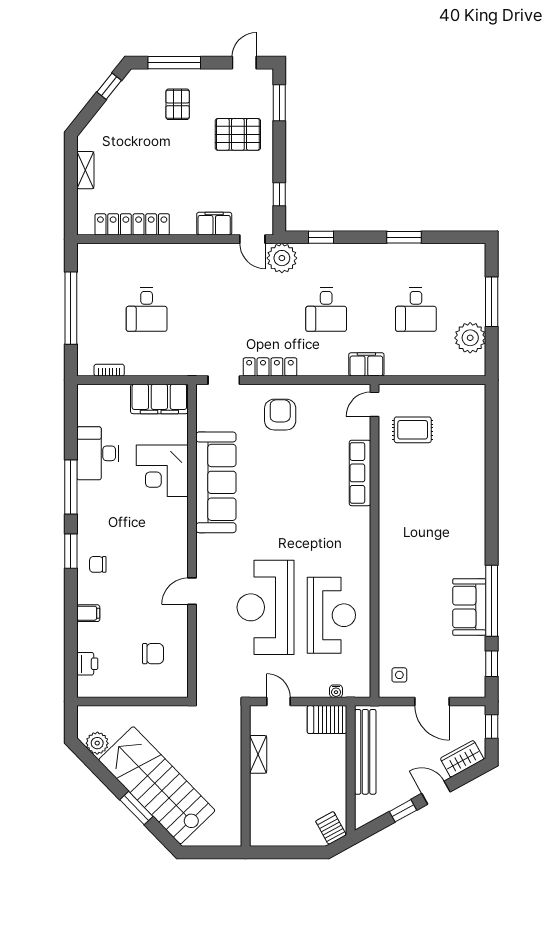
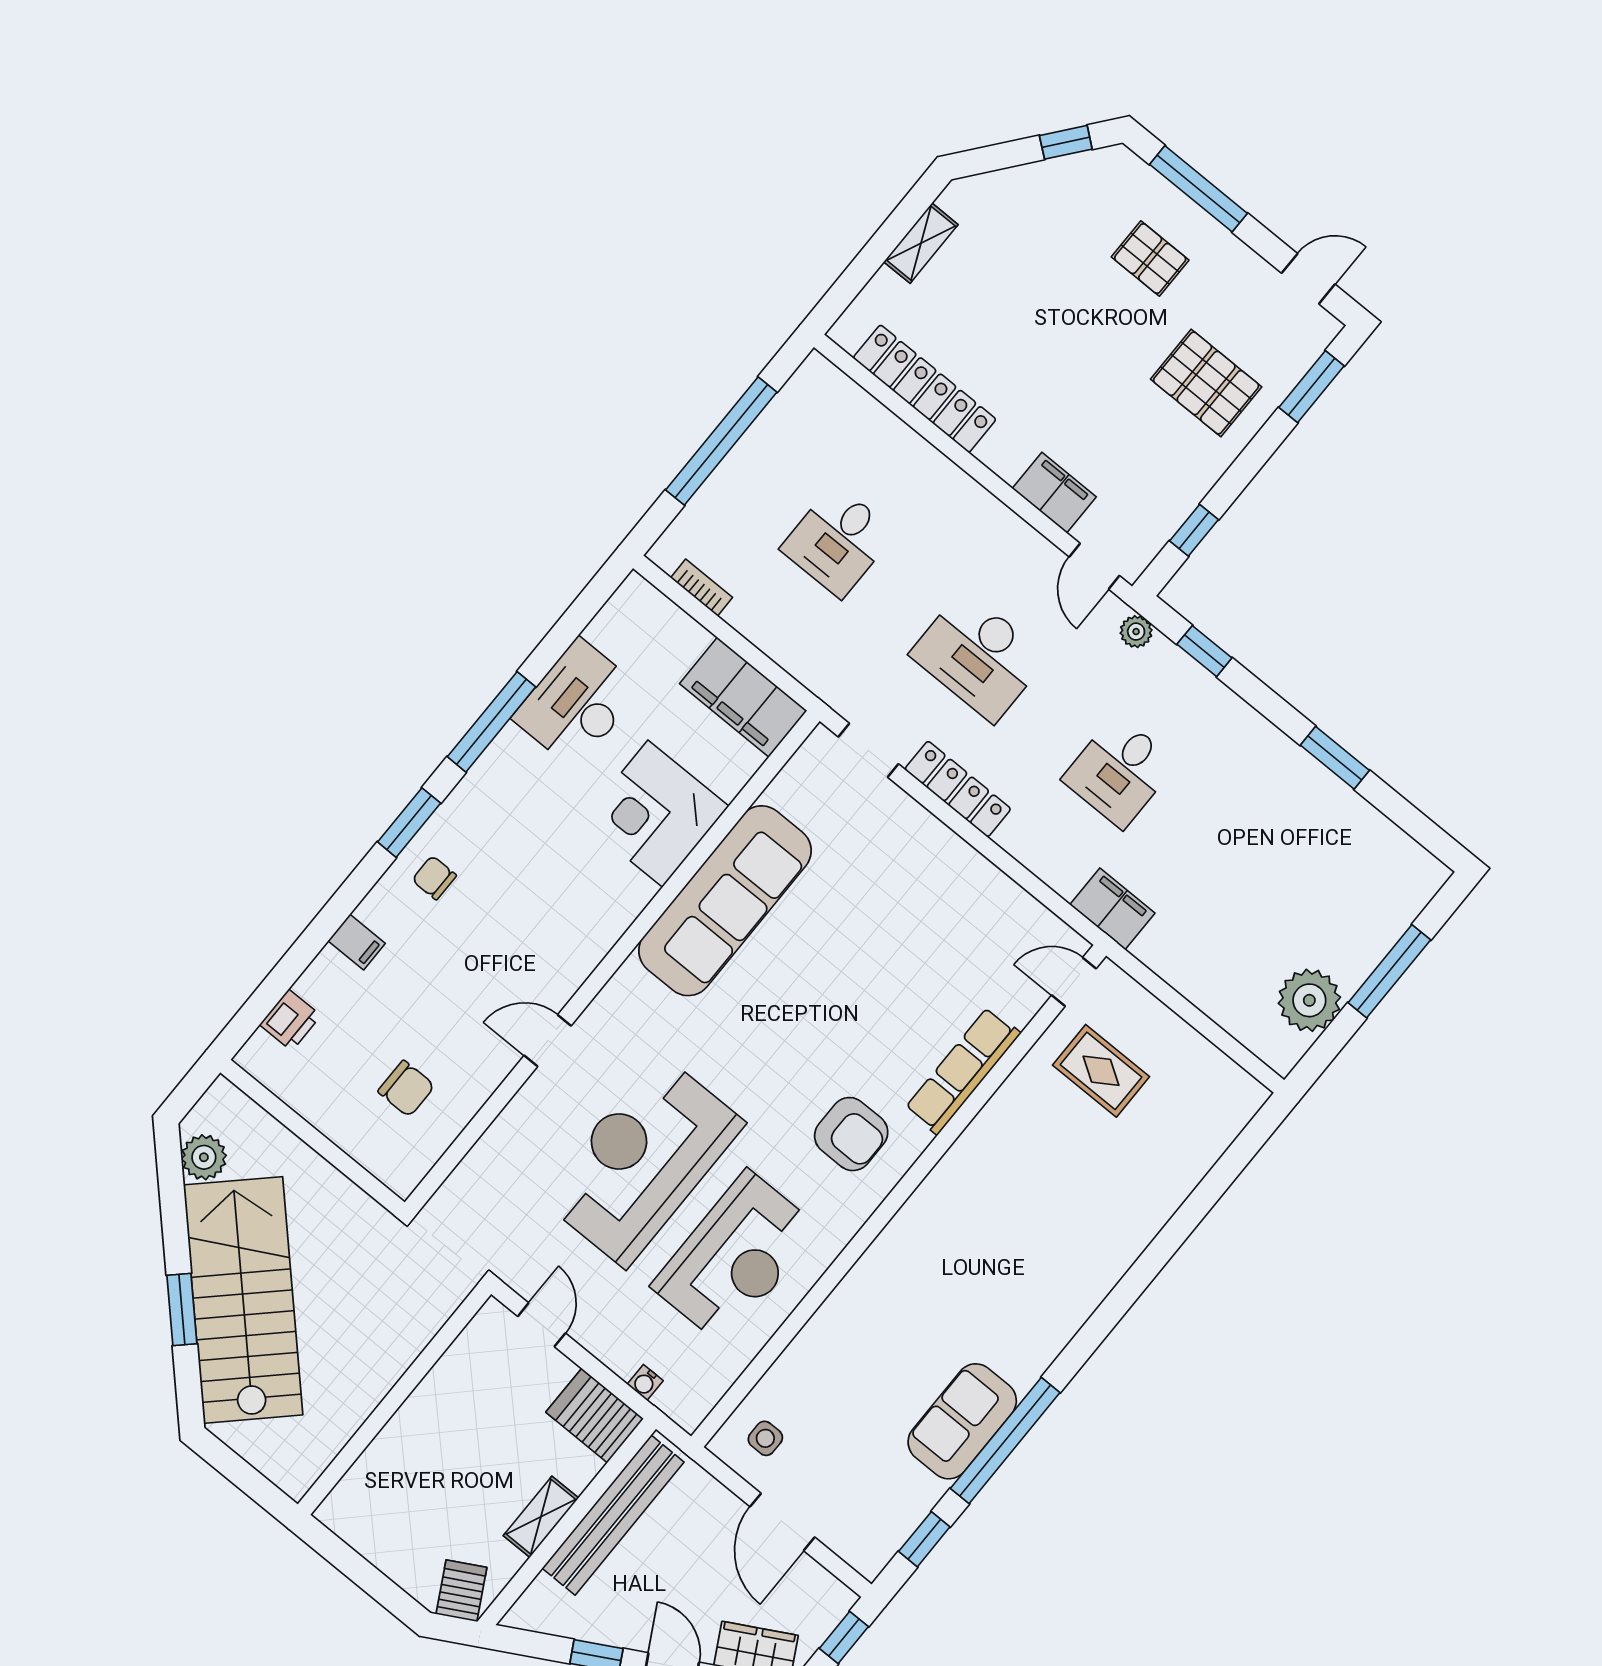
pallet: (178, 104) -> (1150, 259), turned 90
plant: (282, 258) -> (1136, 632), width x0.53, depth x0.53
desk: (416, 310) -> (979, 656), moved, width x1.37
armchair: (280, 415) -> (851, 1134), moved, turned 90
shelving: (258, 754) -> (541, 1517), moved

